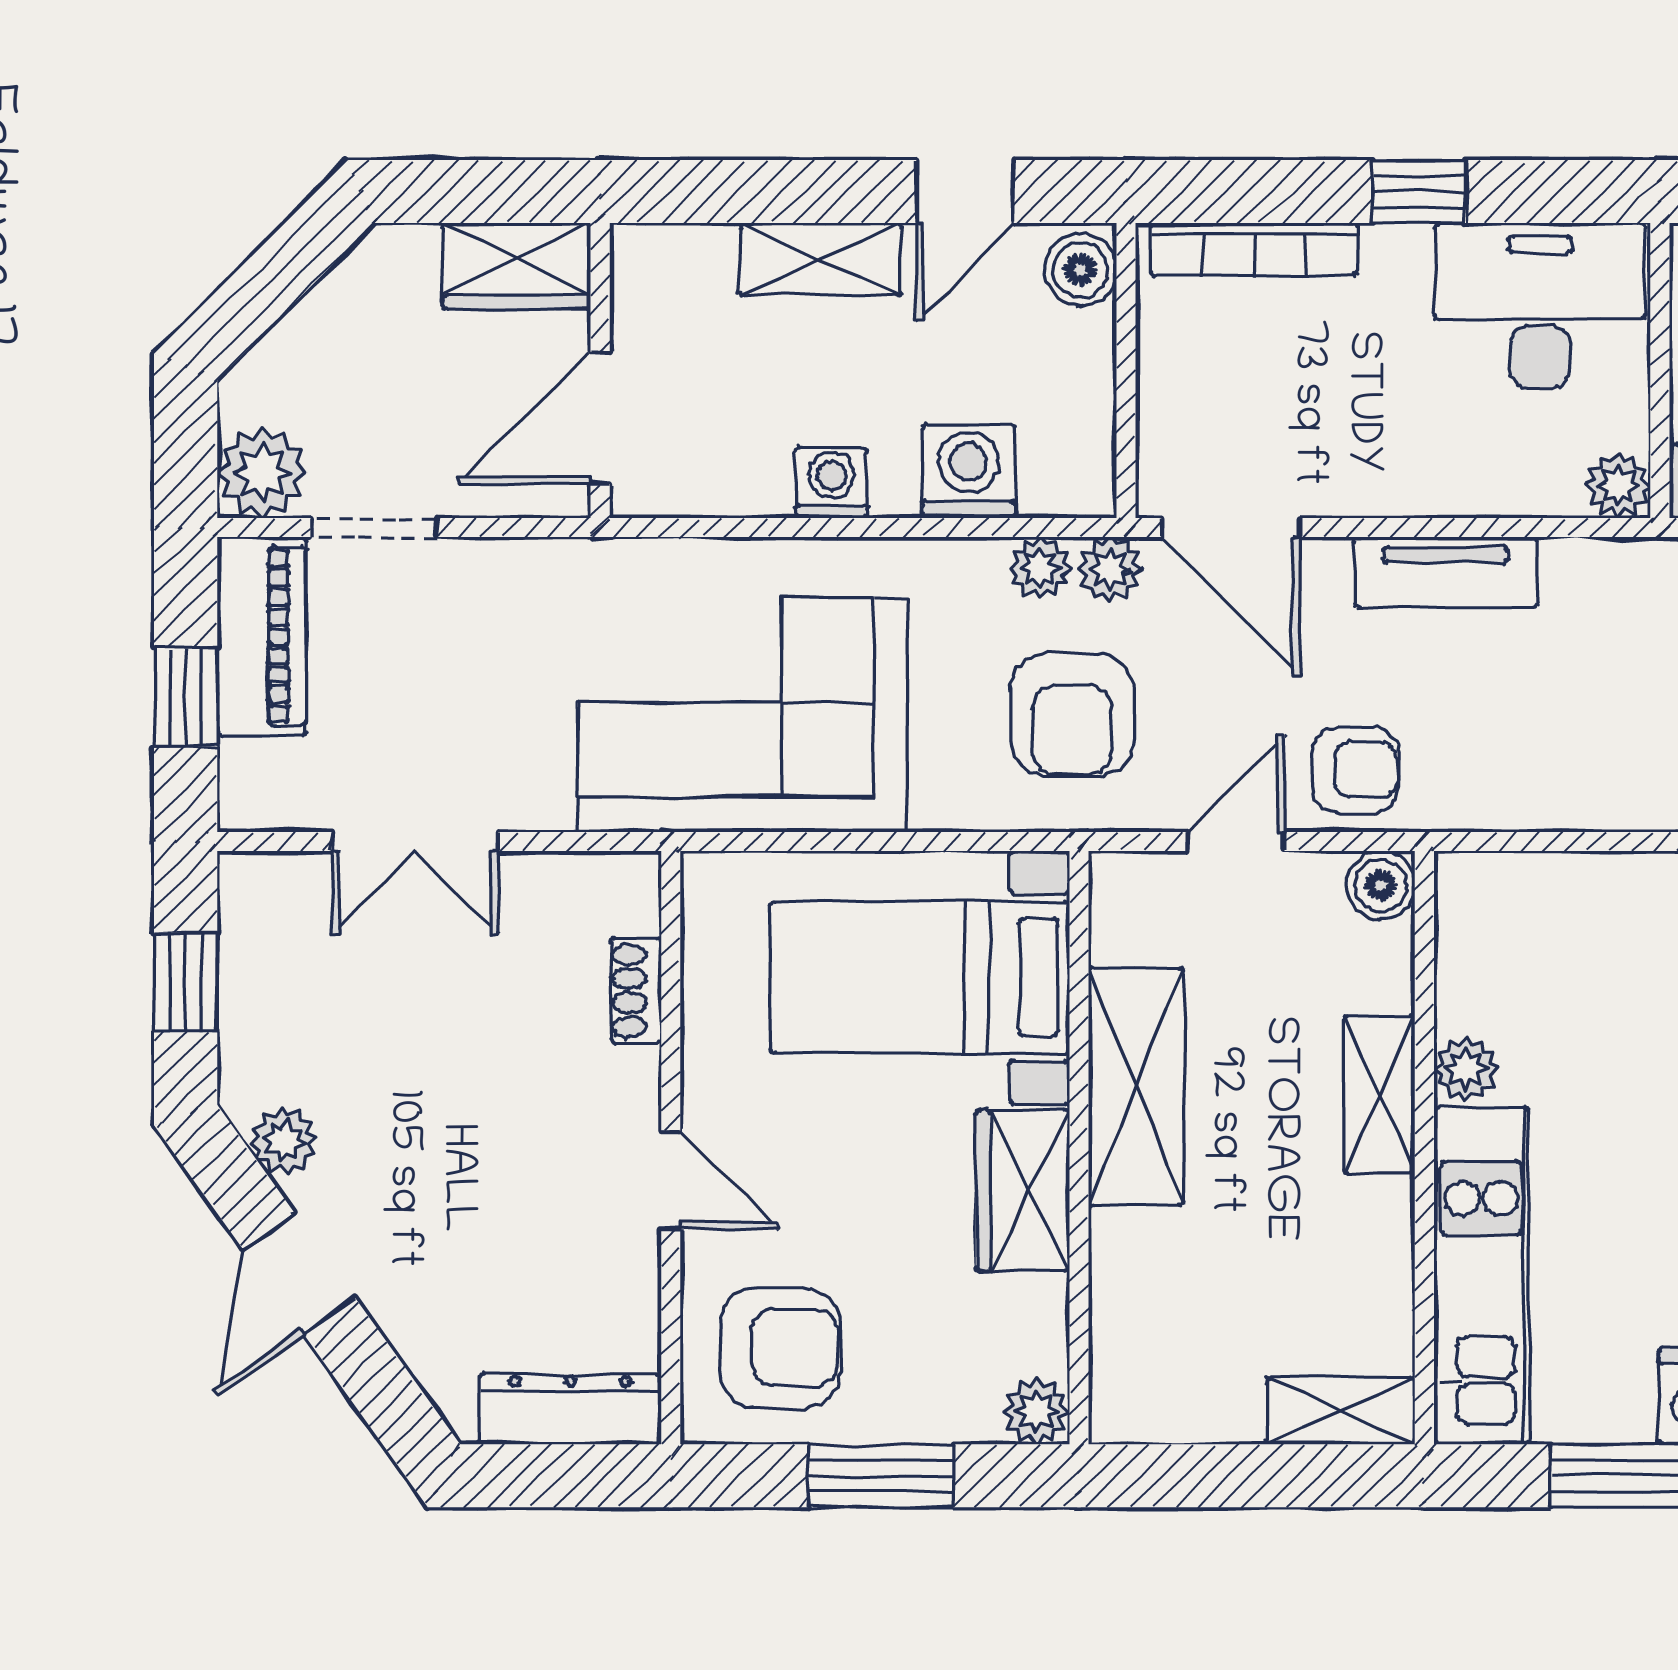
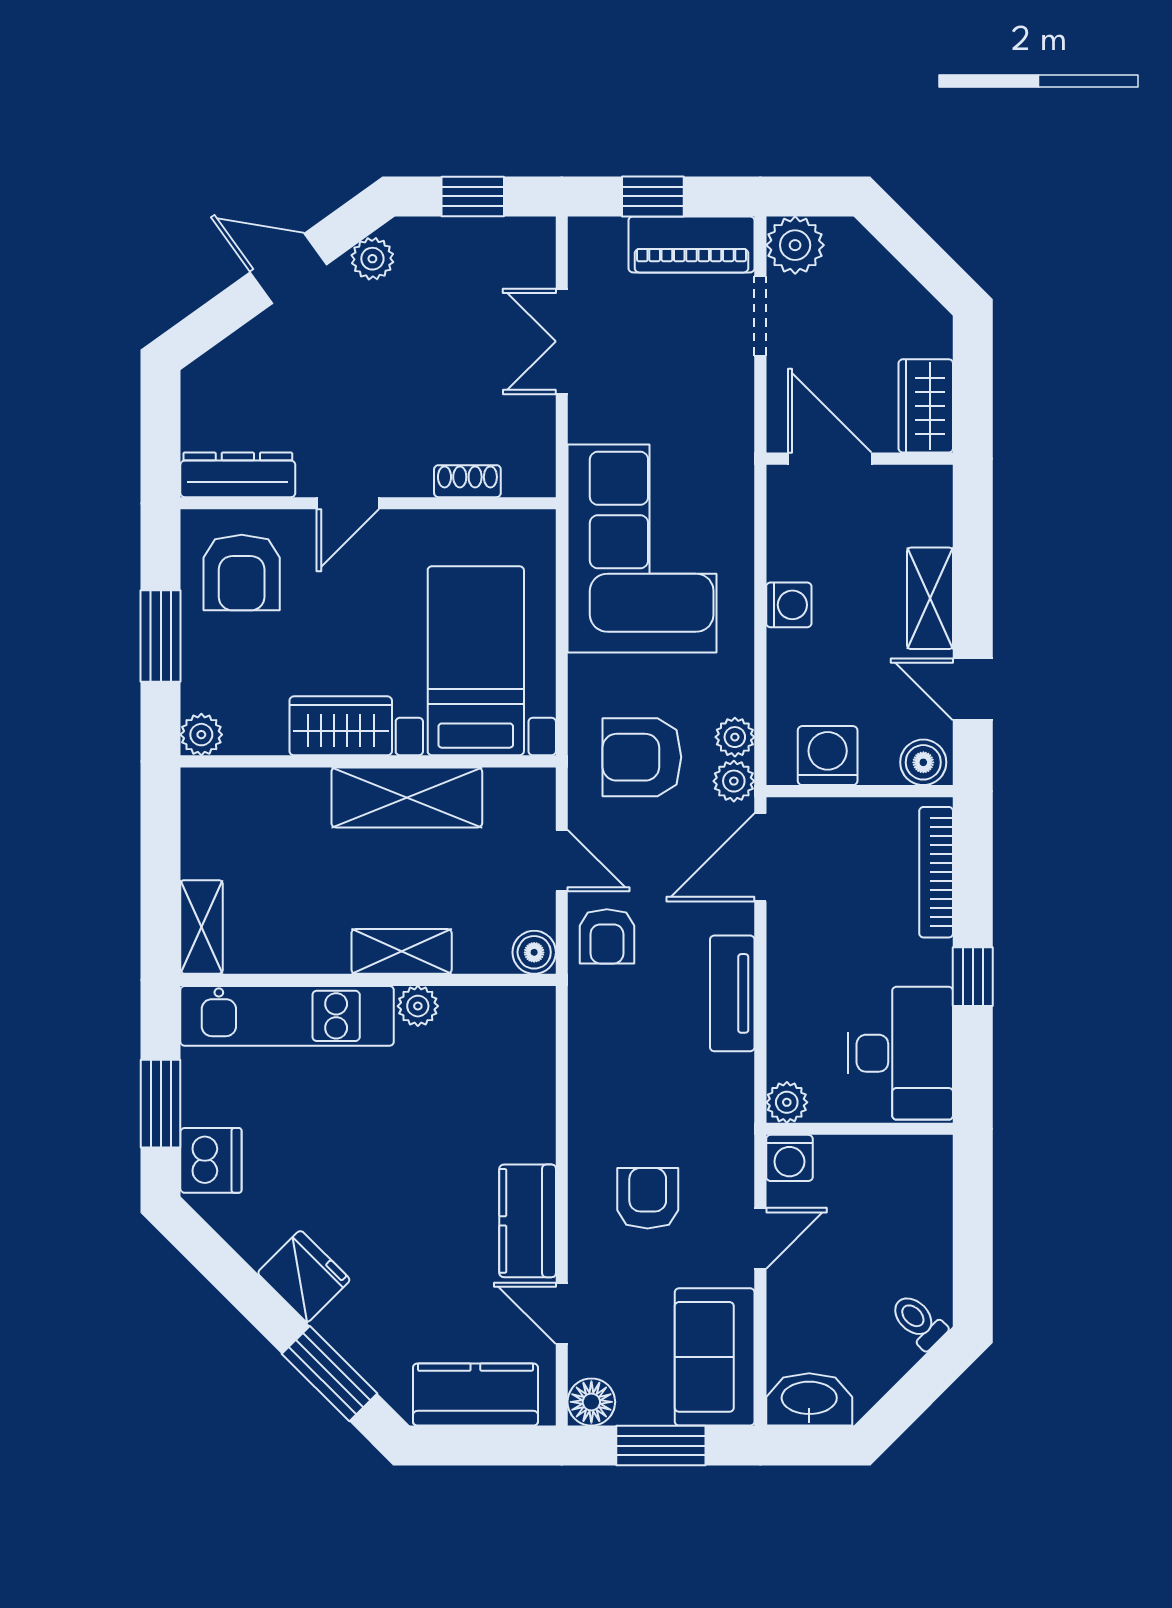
washing machine: (969, 471) -> (828, 756), moved, turned -90
dresser: (571, 1409) -> (238, 475), moved, turned -90

